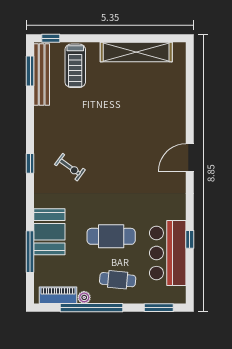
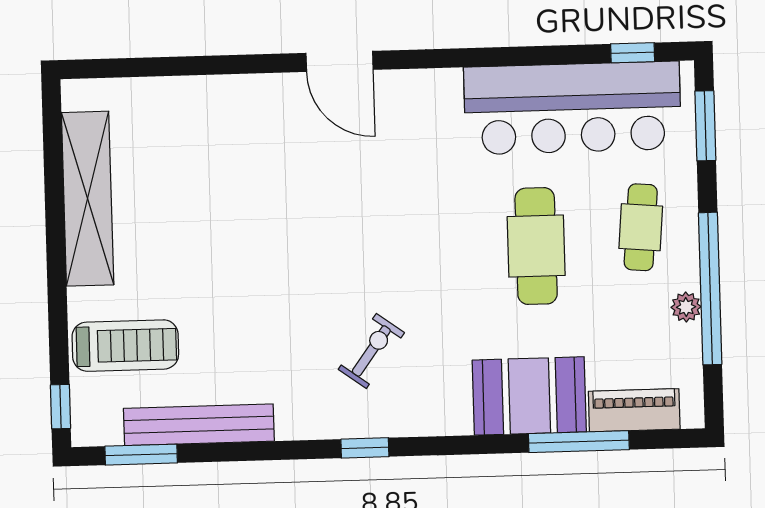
bench: (42, 74) -> (199, 425), moved
window: (190, 239) -> (633, 53), moved
bar counter: (168, 253) -> (572, 108), width x1.36
piano: (58, 295) -> (634, 410), moved, turned 90

